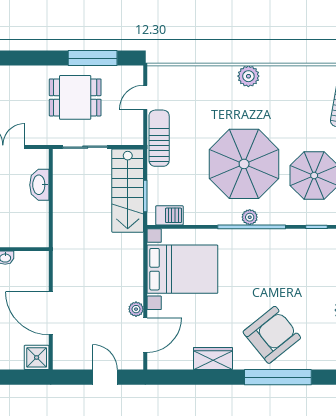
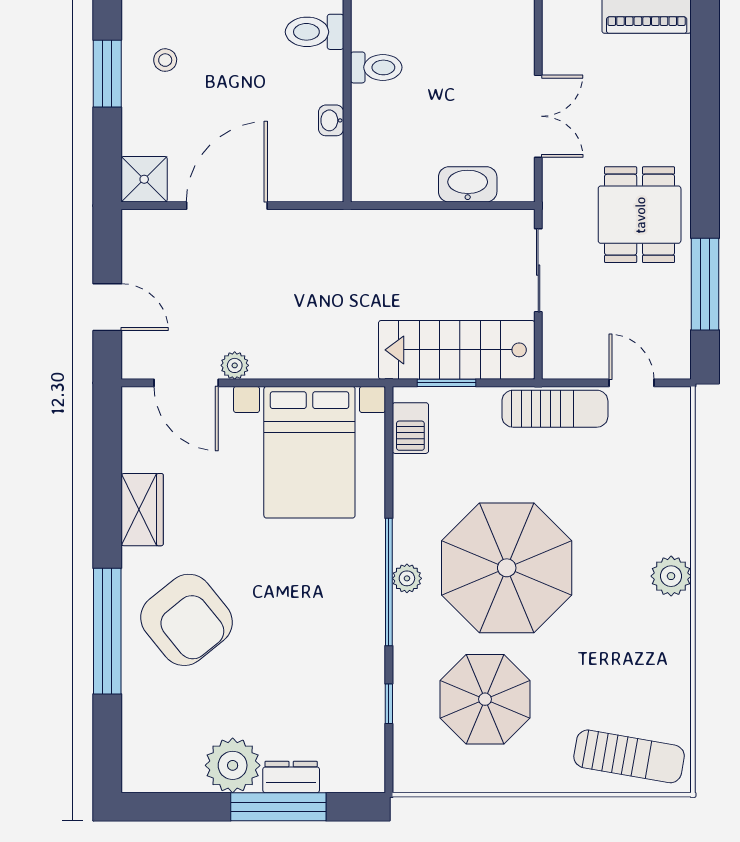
dining table: (75, 97) -> (640, 215), moved
door: (105, 377) -> (107, 307), hinge flipped

